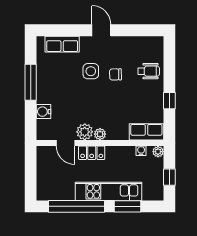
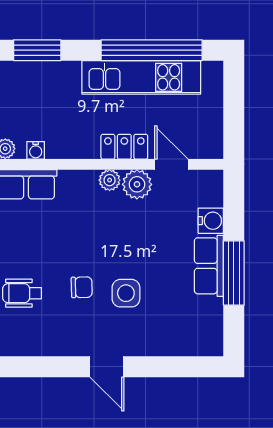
row of seats: (62, 44) -> (209, 266), moved, turned -90
kitchen unit: (109, 191) -> (141, 77), moved
window: (128, 206) -> (37, 50), moved

